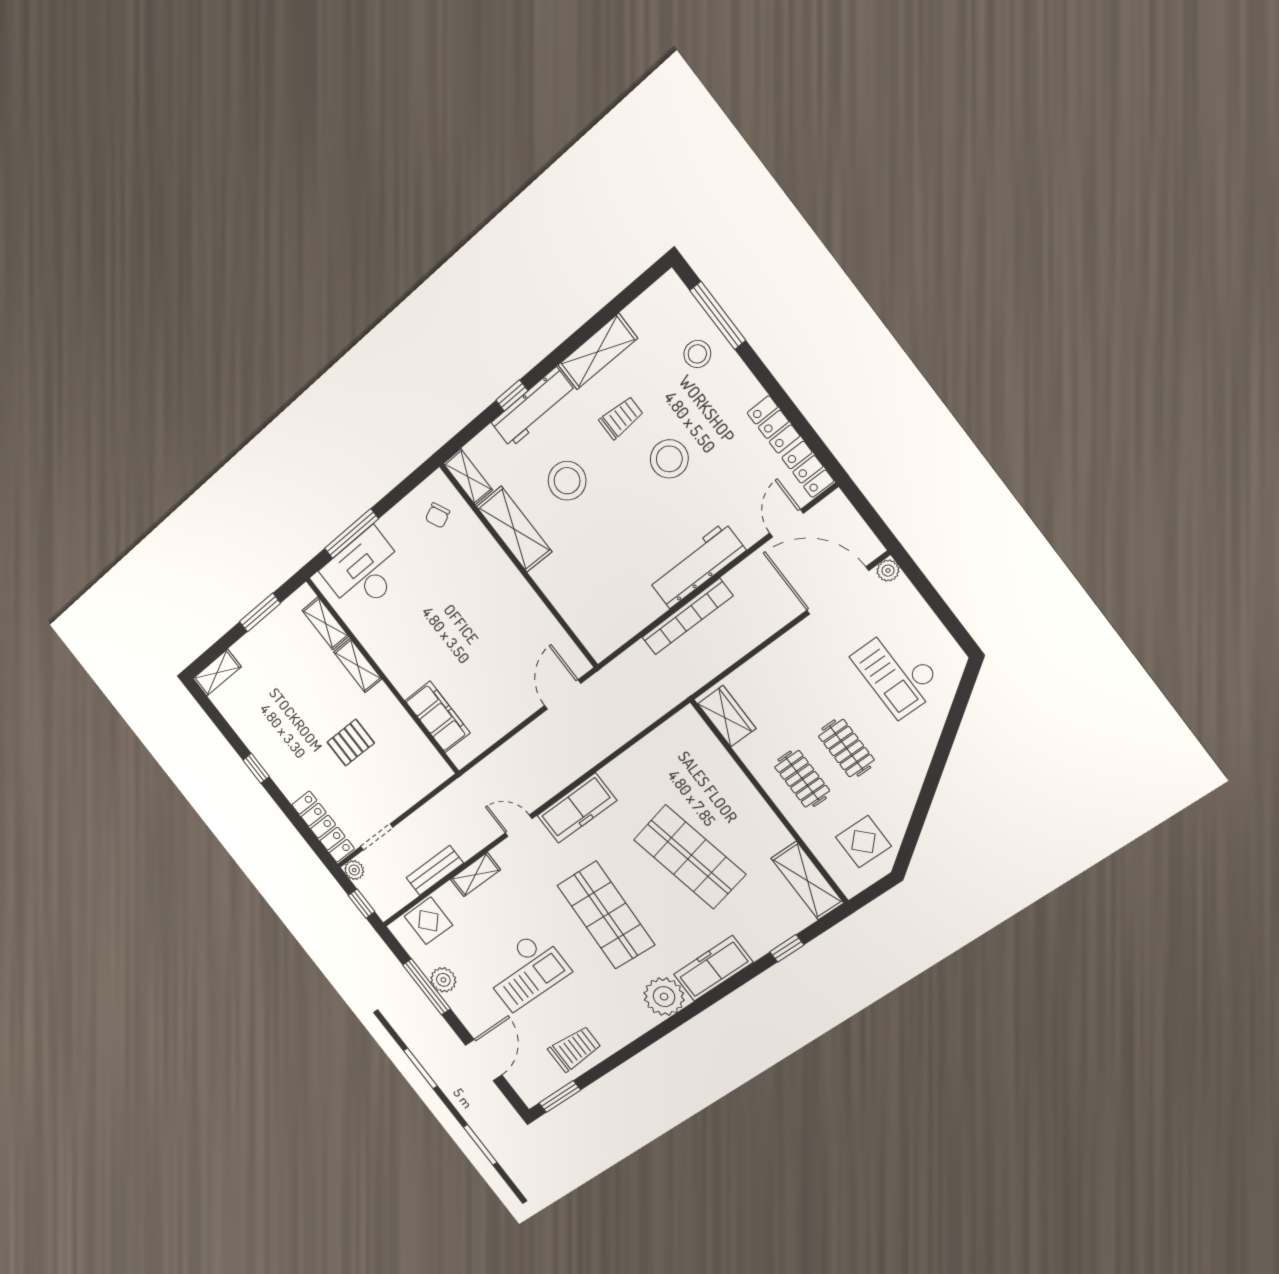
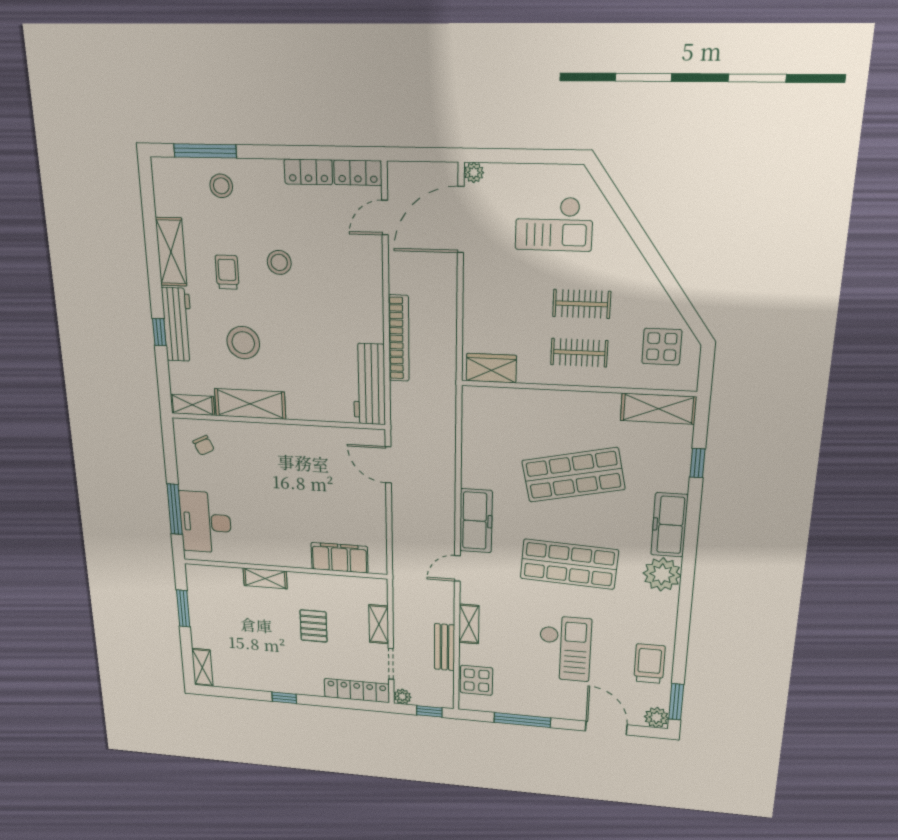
stool: (669, 459) -> (279, 262), width x0.73, depth x0.73
door: (787, 523) -> (385, 218), hinge flipped
workbench: (697, 565) -> (369, 384), moved
shelving: (326, 623) -> (379, 624), moved, turned 90
plant: (443, 980) -> (656, 717), moved

